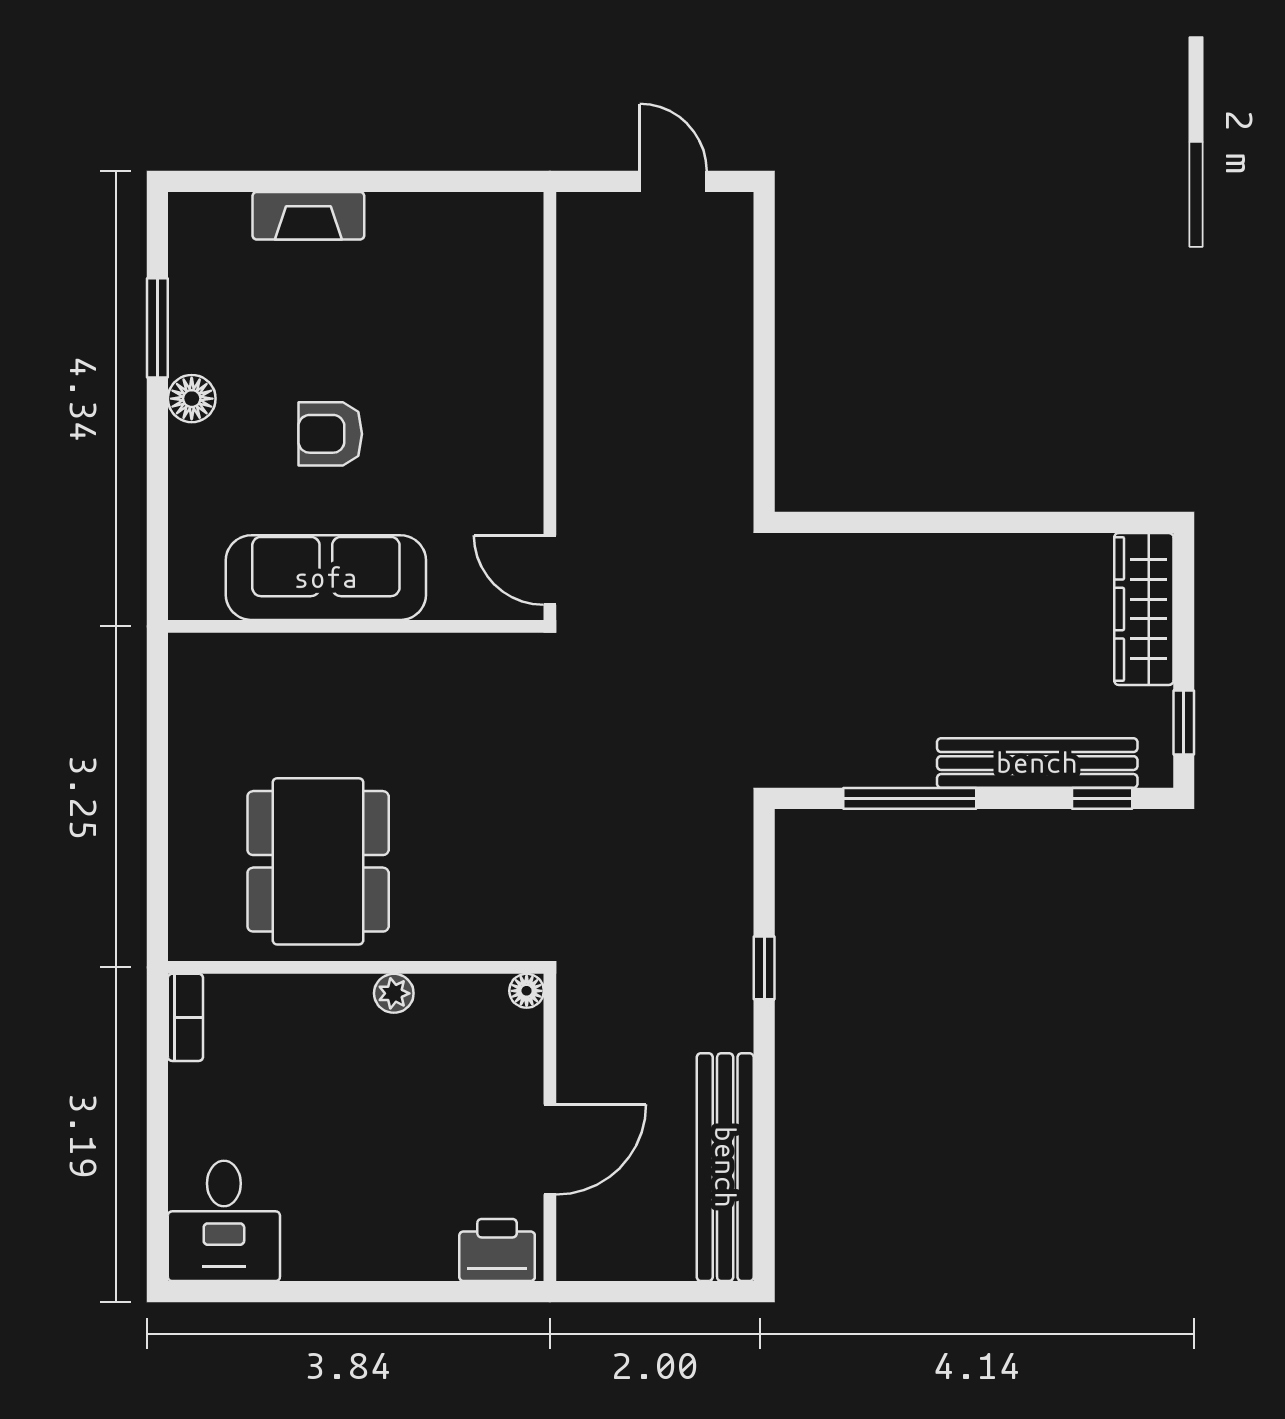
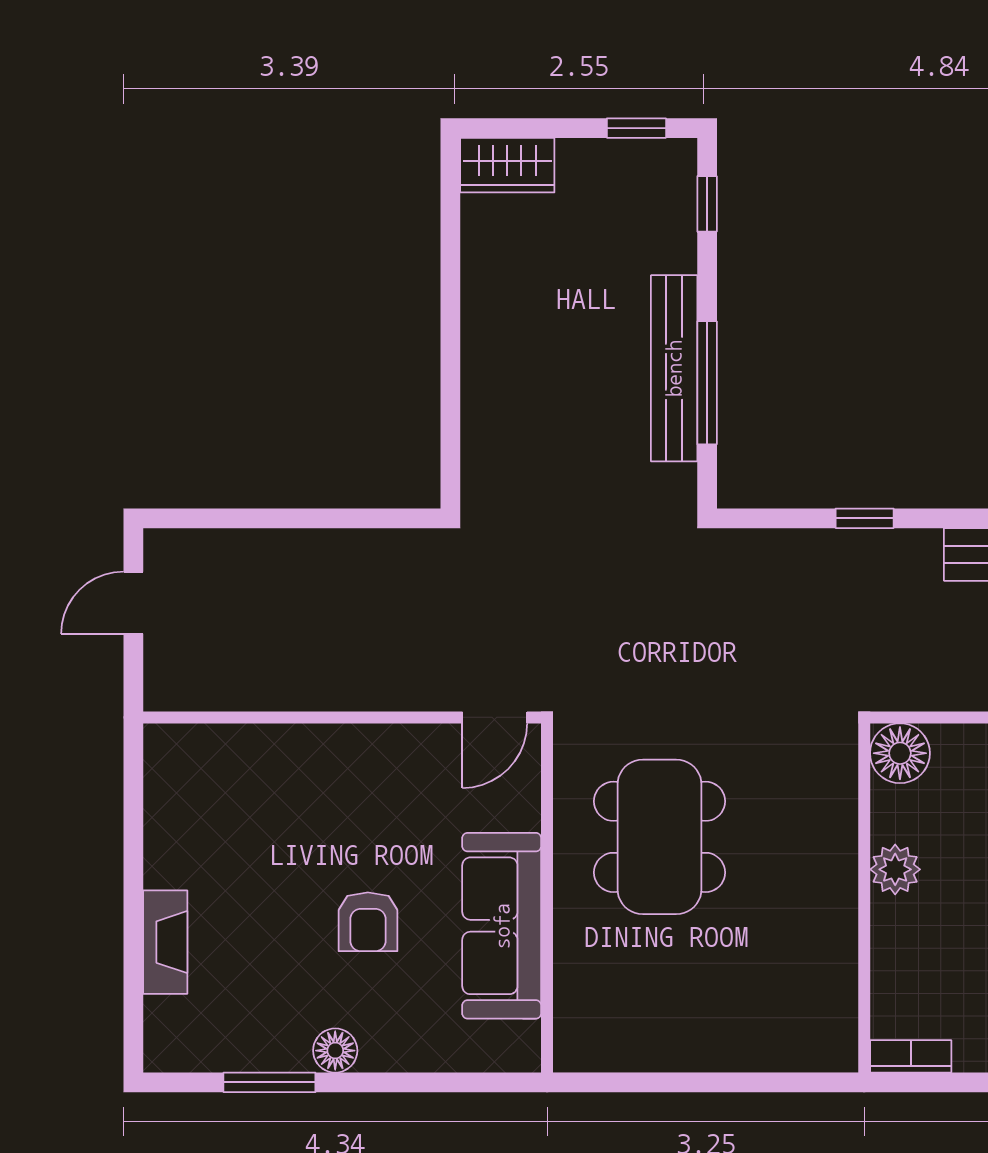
wardrobe: (1144, 609) -> (507, 165), width x0.67
bench: (1037, 763) -> (674, 368), moved
dining table: (318, 861) -> (660, 837), moved, turned 90
floor lamp: (527, 991) -> (900, 753), width x1.89, depth x1.89
plant: (394, 993) -> (895, 869), width x1.38, depth x1.38

